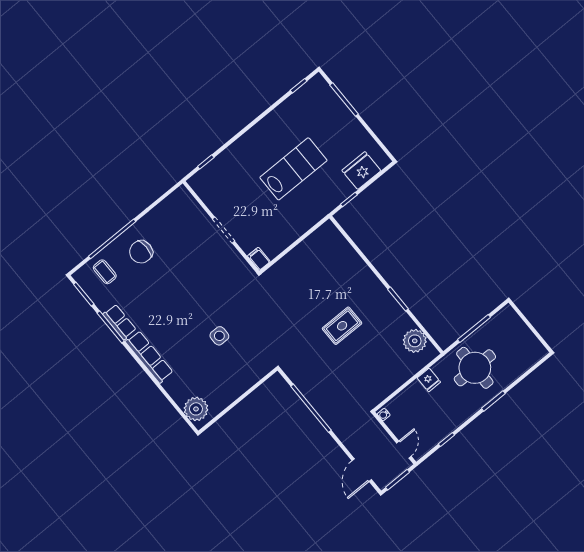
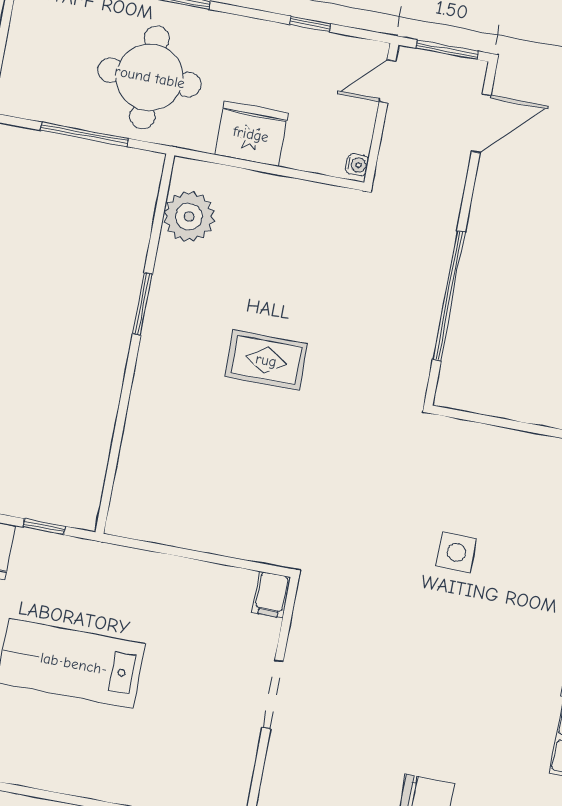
fridge: (429, 380) -> (251, 134), width x1.88, depth x1.34

